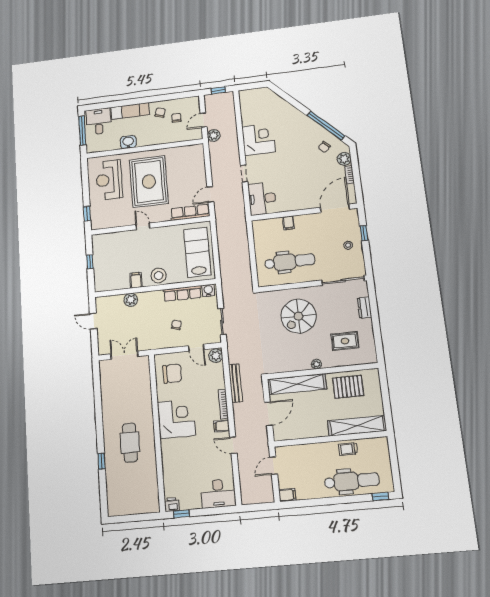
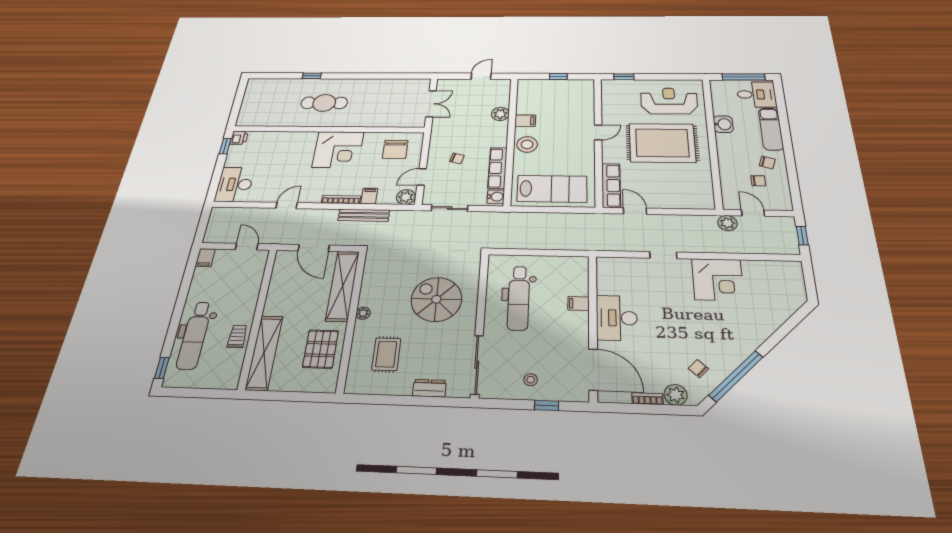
desk: (262, 199) -> (617, 318), moved, turned -90
filing cabinet: (222, 426) -> (369, 196), moved

